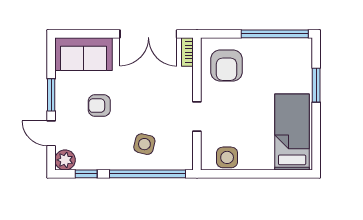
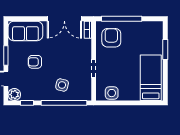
window: (275, 34) -> (122, 19), moved
armchair: (227, 65) -> (111, 38), turned 180

